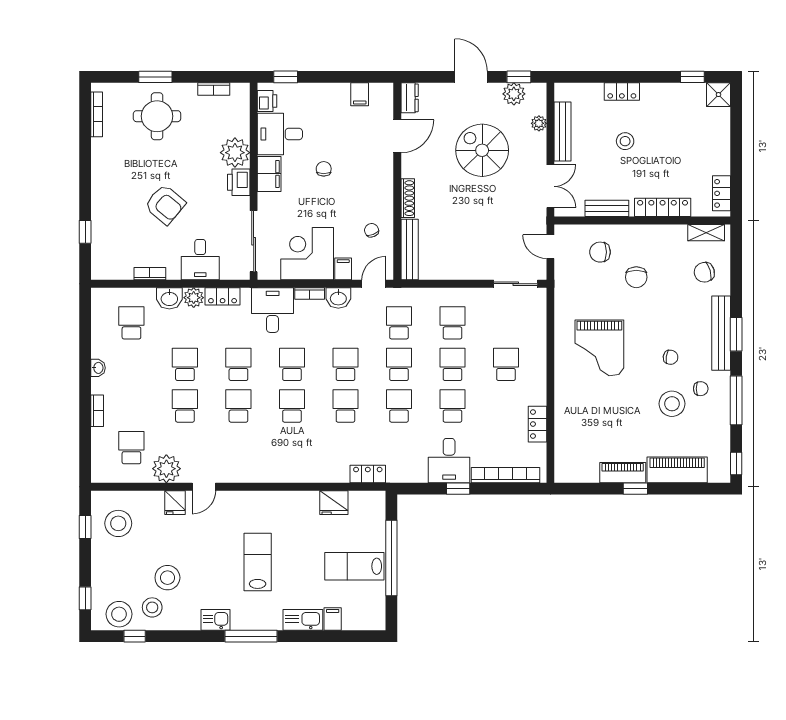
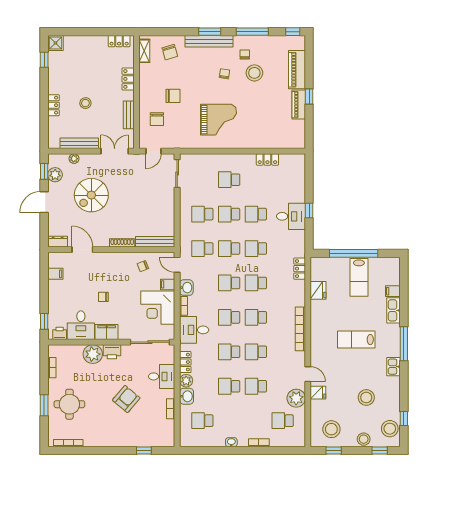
locker: (663, 207) -> (128, 79), width x0.66
bookcase: (505, 475) -> (300, 329), moved
stool: (152, 607) -> (364, 439), moved

